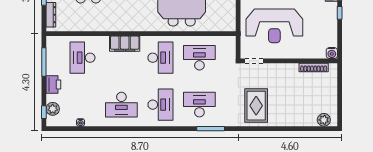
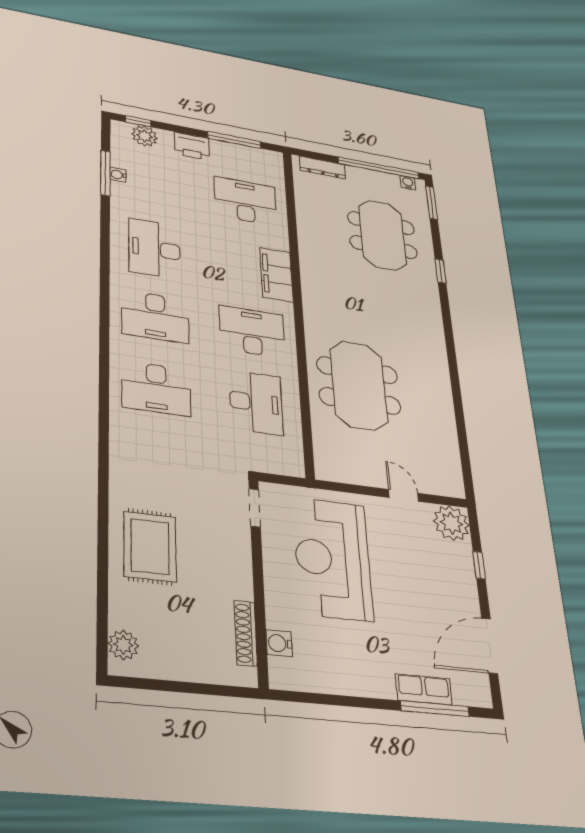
window: (340, 13) -> (373, 703), removed
water cooler: (332, 53) -> (279, 643), moved
desk: (160, 58) -> (252, 332), turned 180
desk: (199, 105) -> (156, 388), turned 90
rug: (256, 106) -> (150, 547), moved, turned 90
window: (211, 129) -> (105, 173), moved

